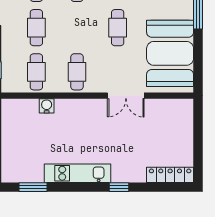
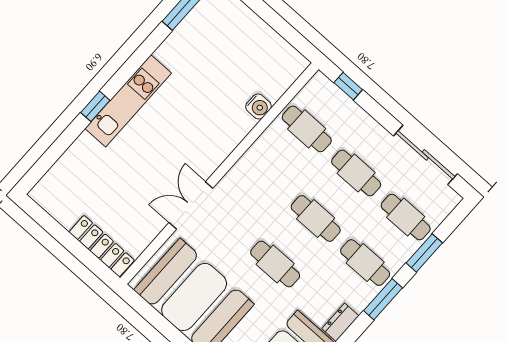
cafe table: (77, 72) -> (316, 218), moved
kitchen unit: (77, 173) -> (128, 101), moved
locker: (170, 175) -> (102, 246), moved, turned -90

